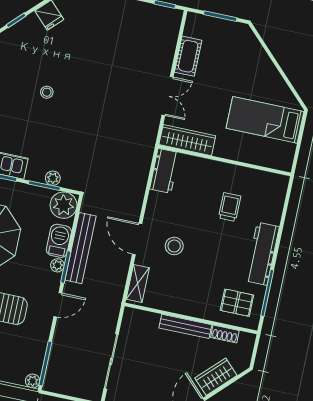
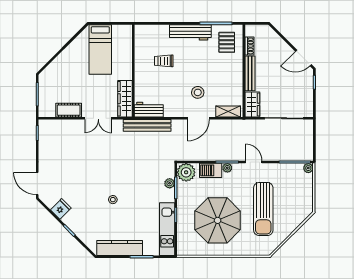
double door: (167, 96) -> (98, 118), swing flipped
bench: (81, 248) -> (147, 125), moved
wardrobe: (216, 377) -> (252, 104), moved, turned -135

